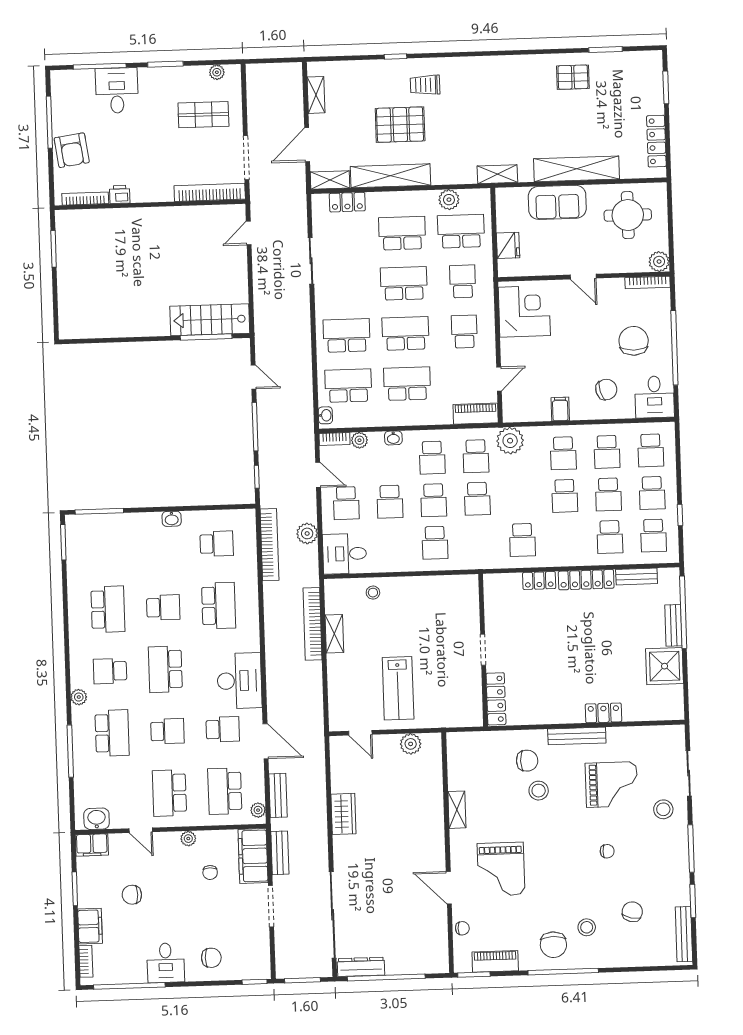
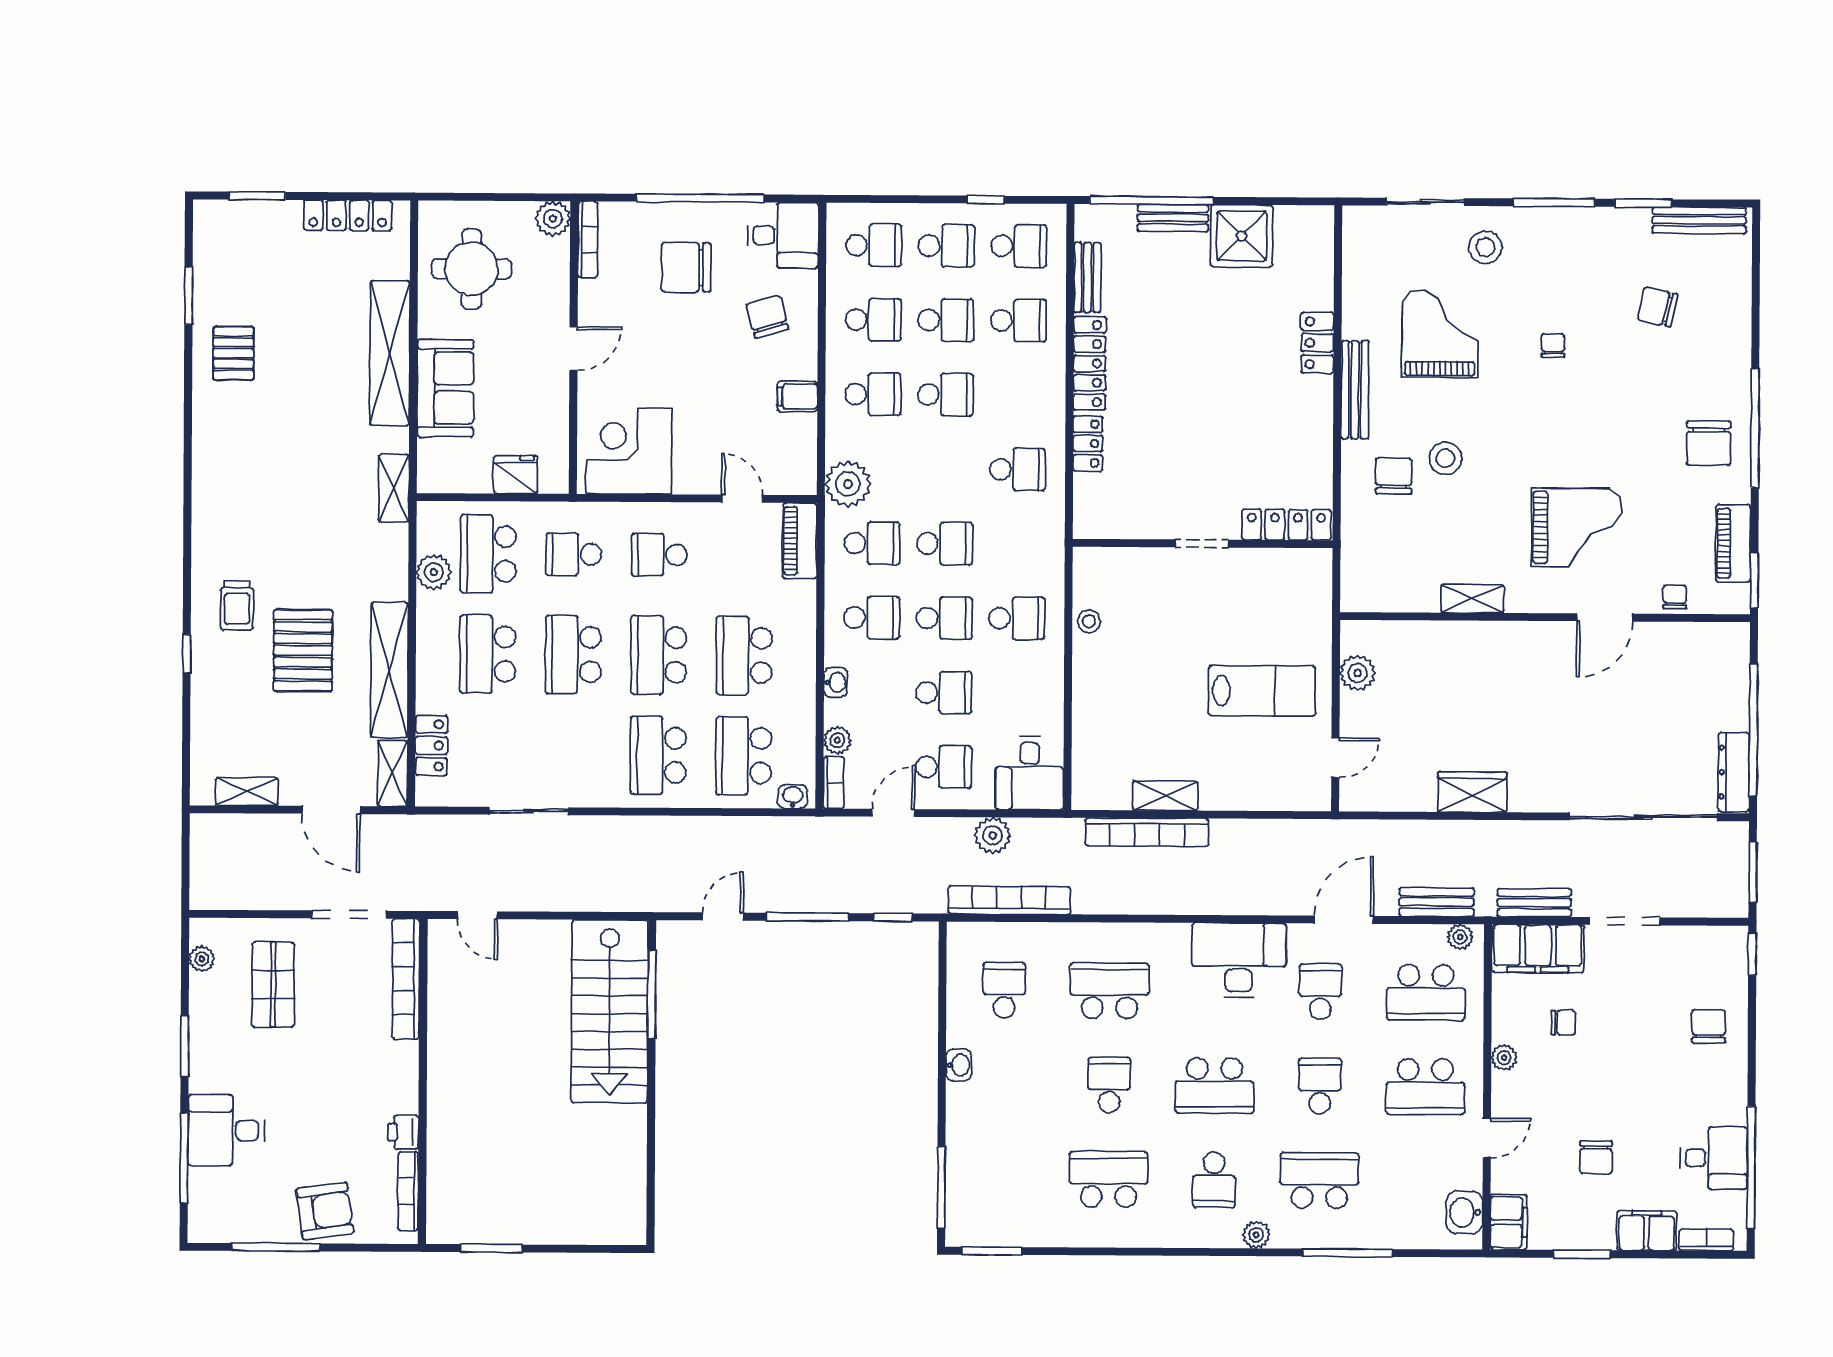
stairs: (210, 320) -> (610, 1011), width x1.36, depth x1.51
stool: (373, 593) -> (1089, 621), moved
stool: (587, 927) -> (1681, 385), removed
chair: (553, 945) -> (1709, 443), turned 90
desk: (166, 963) -> (1714, 1158), moved

